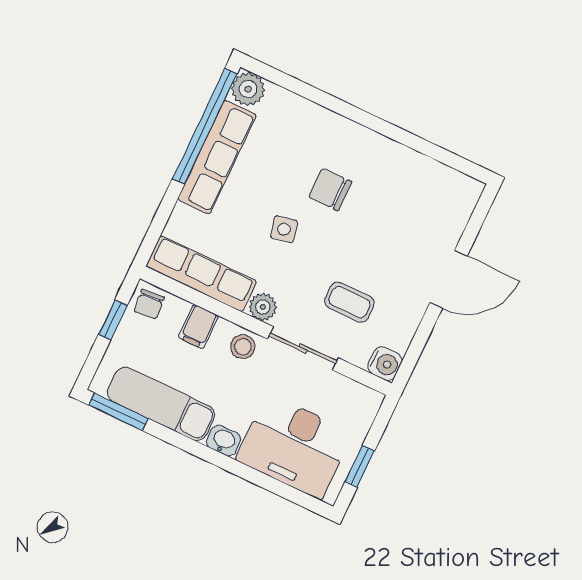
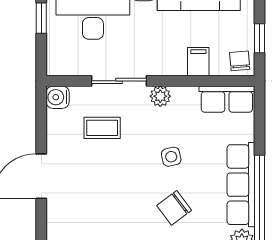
chair: (330, 190) -> (174, 208), moved, turned 143
row of seats: (201, 274) -> (227, 99), width x0.68
stool: (243, 347) -> (161, 62), removed

